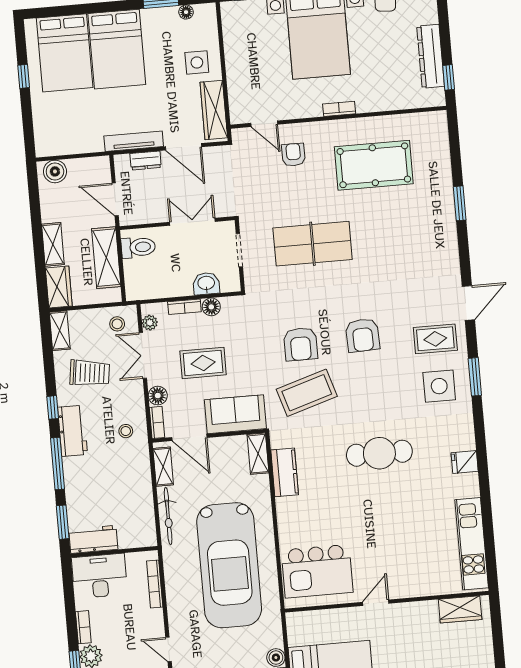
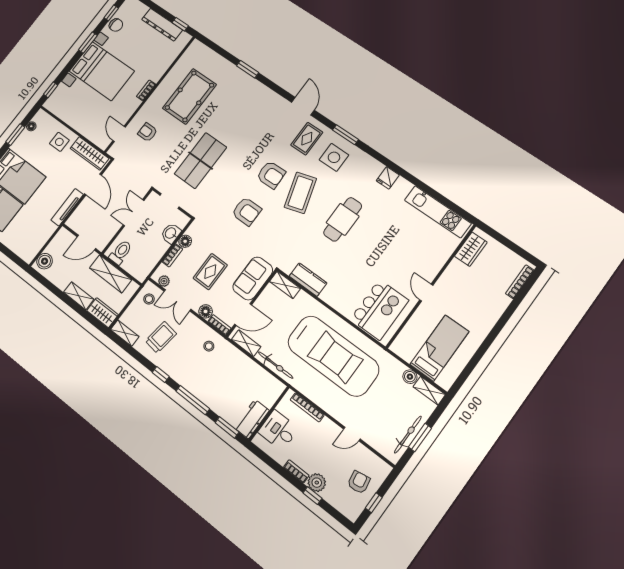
door: (264, 124) -> (119, 134), swing flipped
door: (183, 147) -> (93, 184), hinge flipped
dresser: (146, 161) -> (82, 210), removed
coffee table: (307, 393) -> (300, 193), moved
workbench: (73, 431) -> (183, 375), removed
desk: (99, 576) -> (278, 430), width x0.73

